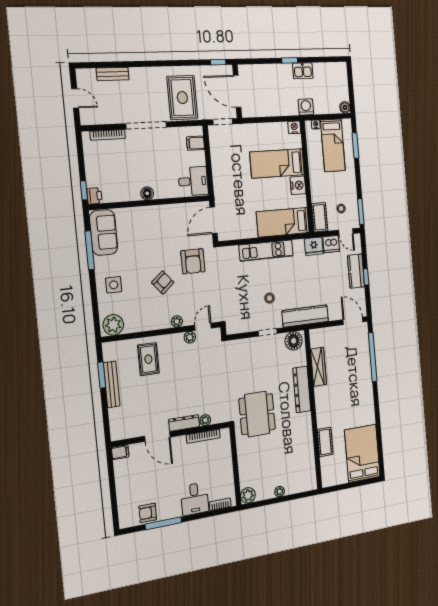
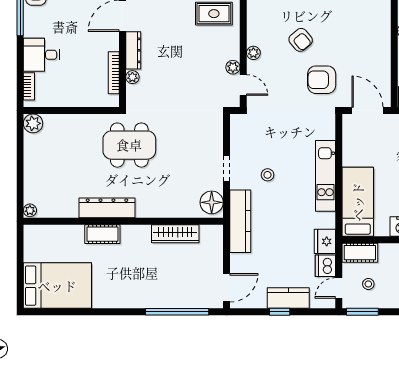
dresser: (302, 389) -> (107, 208), moved
cot: (325, 442) -> (102, 234), moved
plant: (280, 492) -> (30, 210), moved

